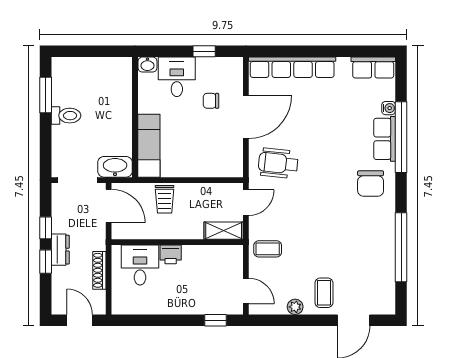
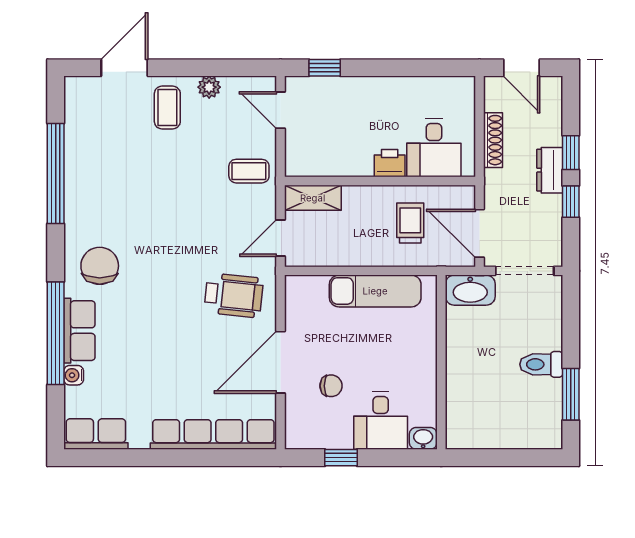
exam couch: (149, 146) -> (375, 291), moved, turned -90
trolley: (165, 199) -> (410, 223), moved

